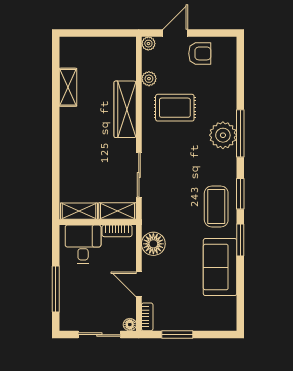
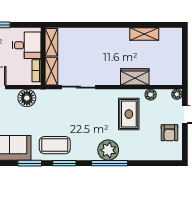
wardrobe: (125, 109) -> (135, 77), width x0.67

